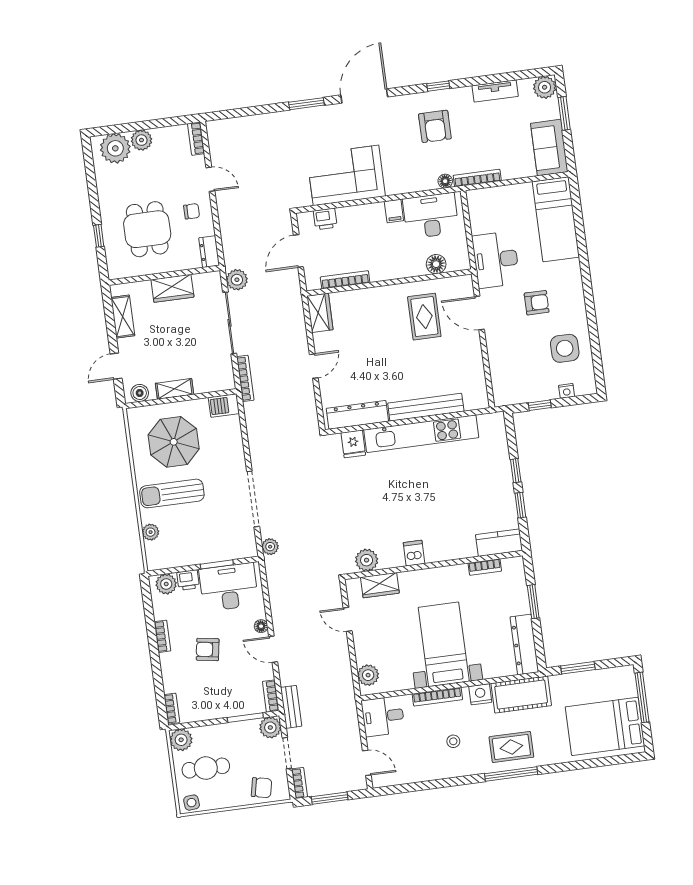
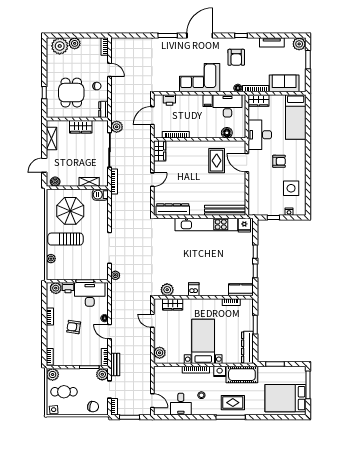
sofa: (549, 148) -> (284, 83), moved, turned 90
corner sofa: (346, 175) -> (200, 78), moved
wardrobe: (485, 199) -> (258, 101), added
shelving: (175, 389) -> (89, 182), moved
bench: (426, 407) -> (225, 210), moved
fridge: (353, 444) -> (244, 225), moved
desk: (383, 716) -> (181, 404), moved, turned -90

